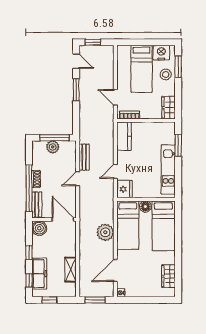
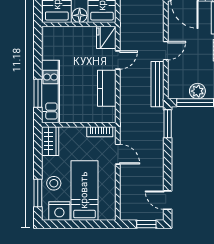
window: (76, 90) -> (168, 124), moved
kitchen counter: (124, 136) -> (107, 88), moved
bench: (84, 157) -> (158, 84), width x1.36
kitchen unit: (168, 170) -> (50, 92), moved

